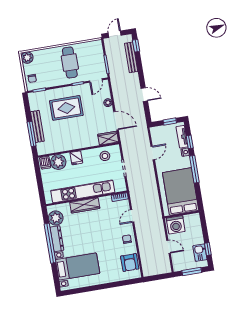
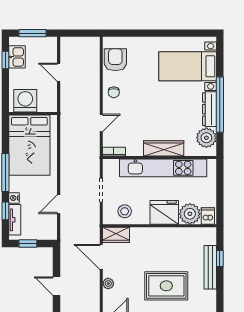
window: (32, 134) -> (220, 258), width x0.46
fridge: (76, 158) -> (164, 212), width x1.88, depth x1.34
washing machine: (176, 225) -> (25, 101), moved

